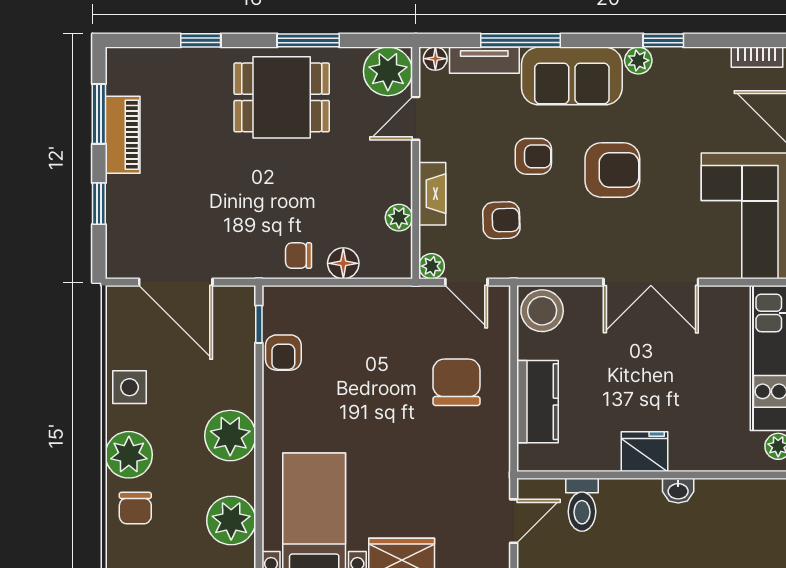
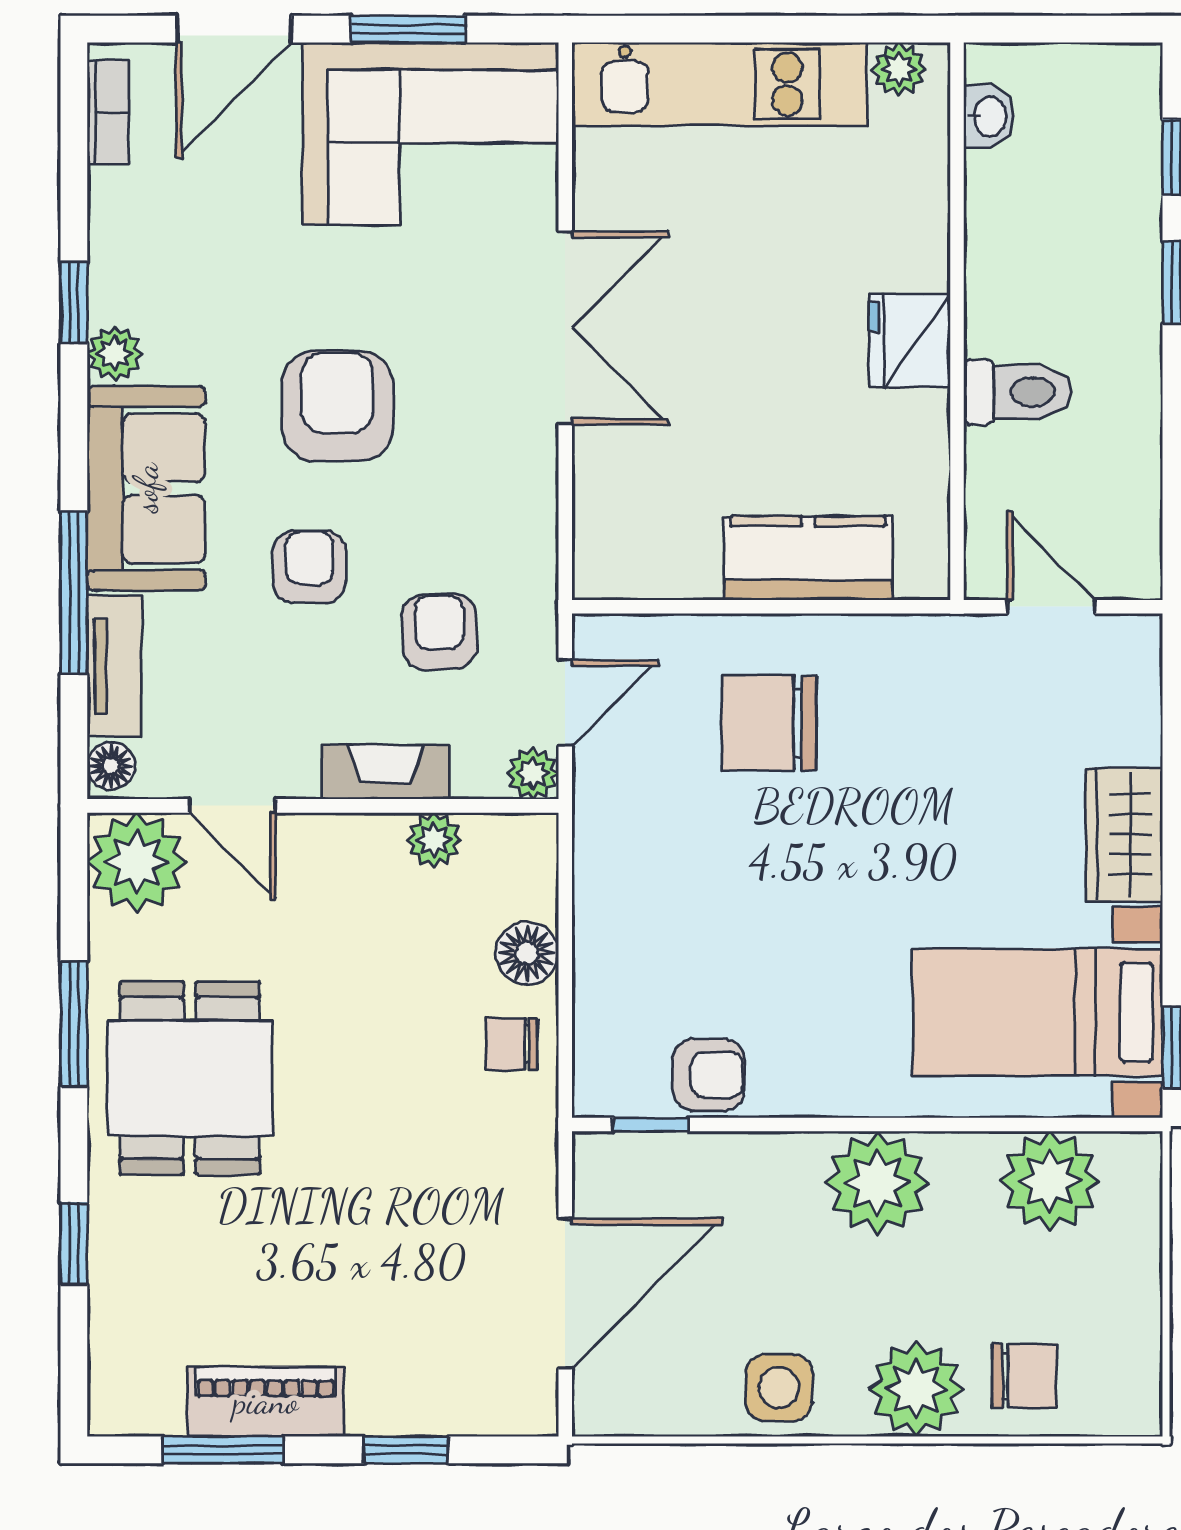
chair: (299, 256) -> (511, 1044), turned 90
stool: (542, 311) -> (623, 549), removed
washbasin: (678, 491) -> (989, 116), moved
toilet: (582, 505) -> (1018, 392), moved

